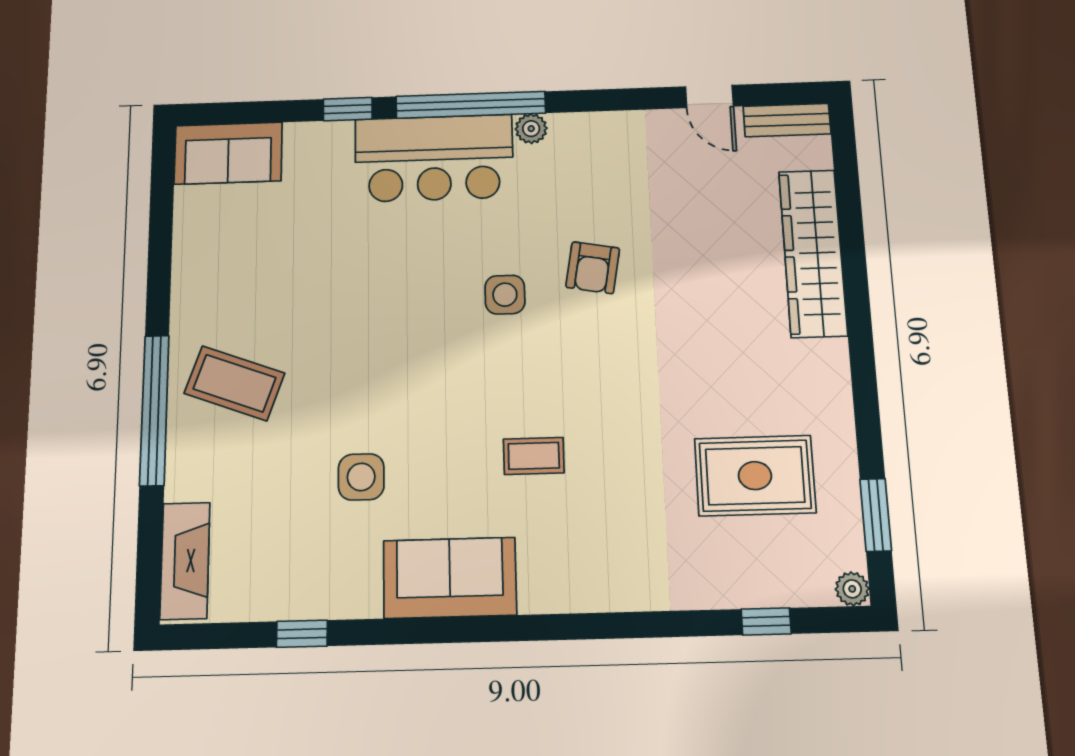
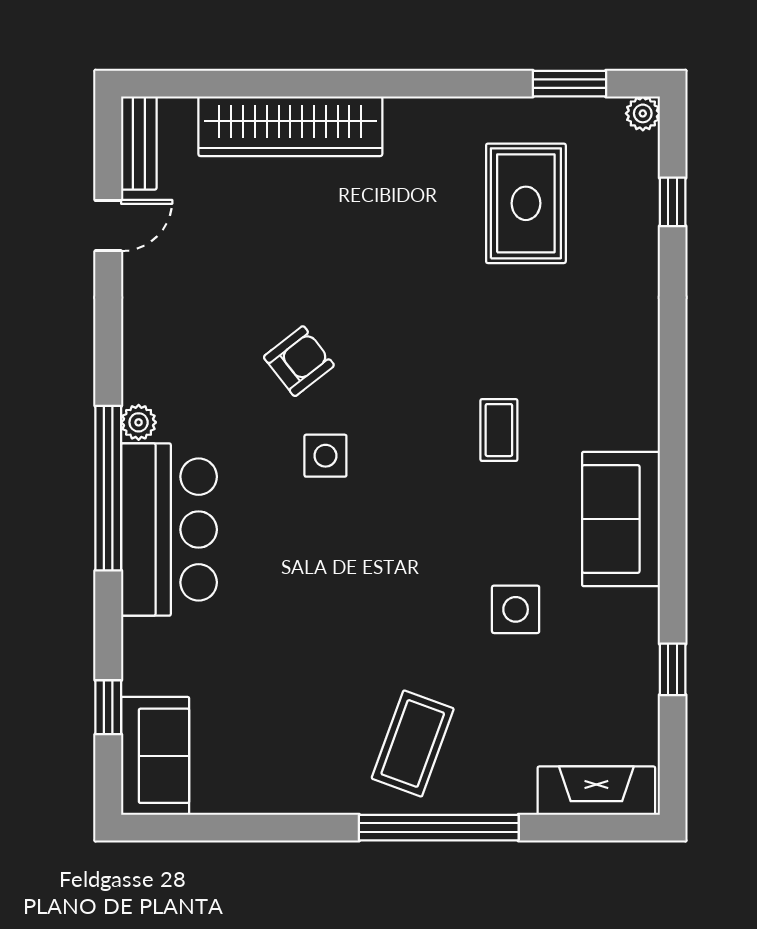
window: (348, 109) -> (108, 707), moved
armchair: (593, 268) -> (299, 361), turned -48

